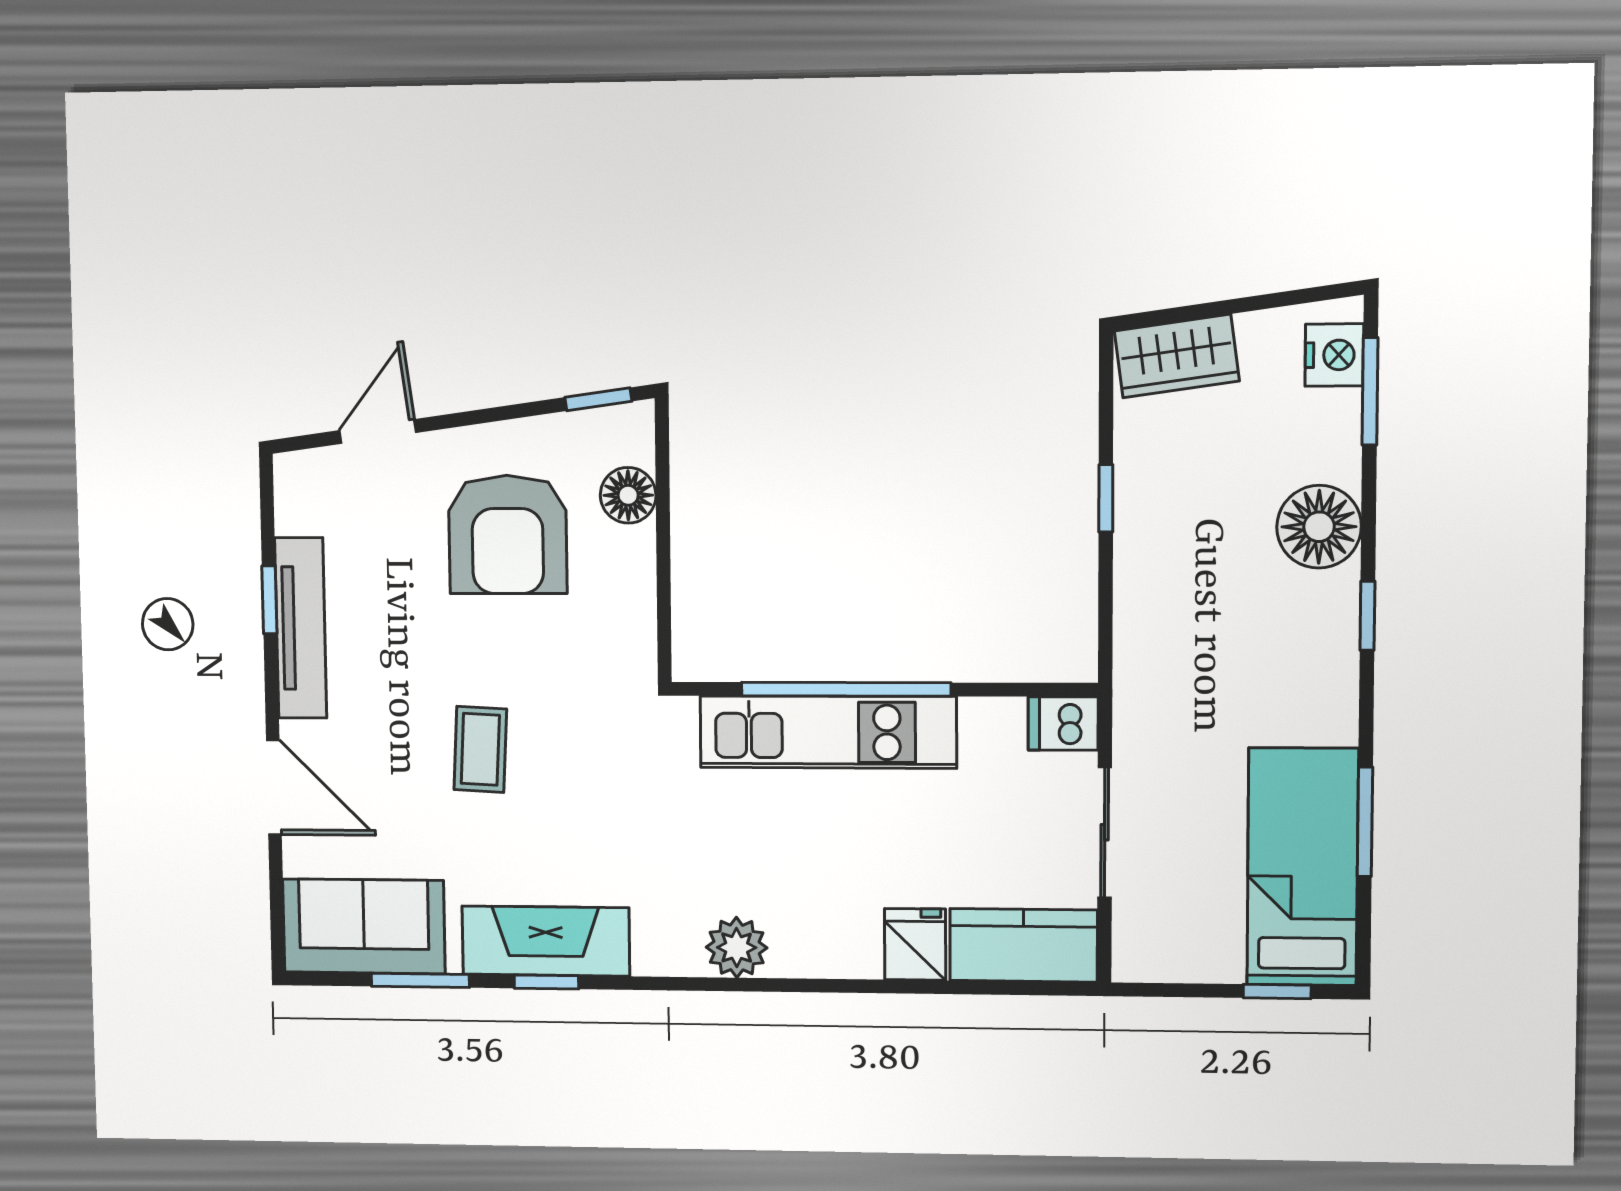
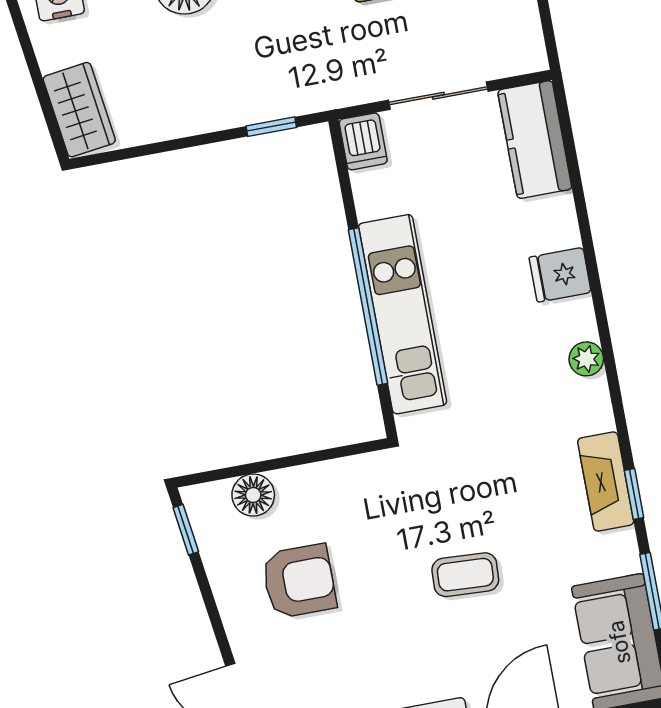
window: (1106, 498) -> (271, 127), moved
armchair: (508, 534) -> (299, 581), width x0.73, depth x0.73
fireplace: (546, 941) -> (606, 481), width x0.73, depth x0.76
fridge: (915, 944) -> (560, 275), moved
plant: (737, 947) -> (586, 359), width x0.73, depth x0.73

